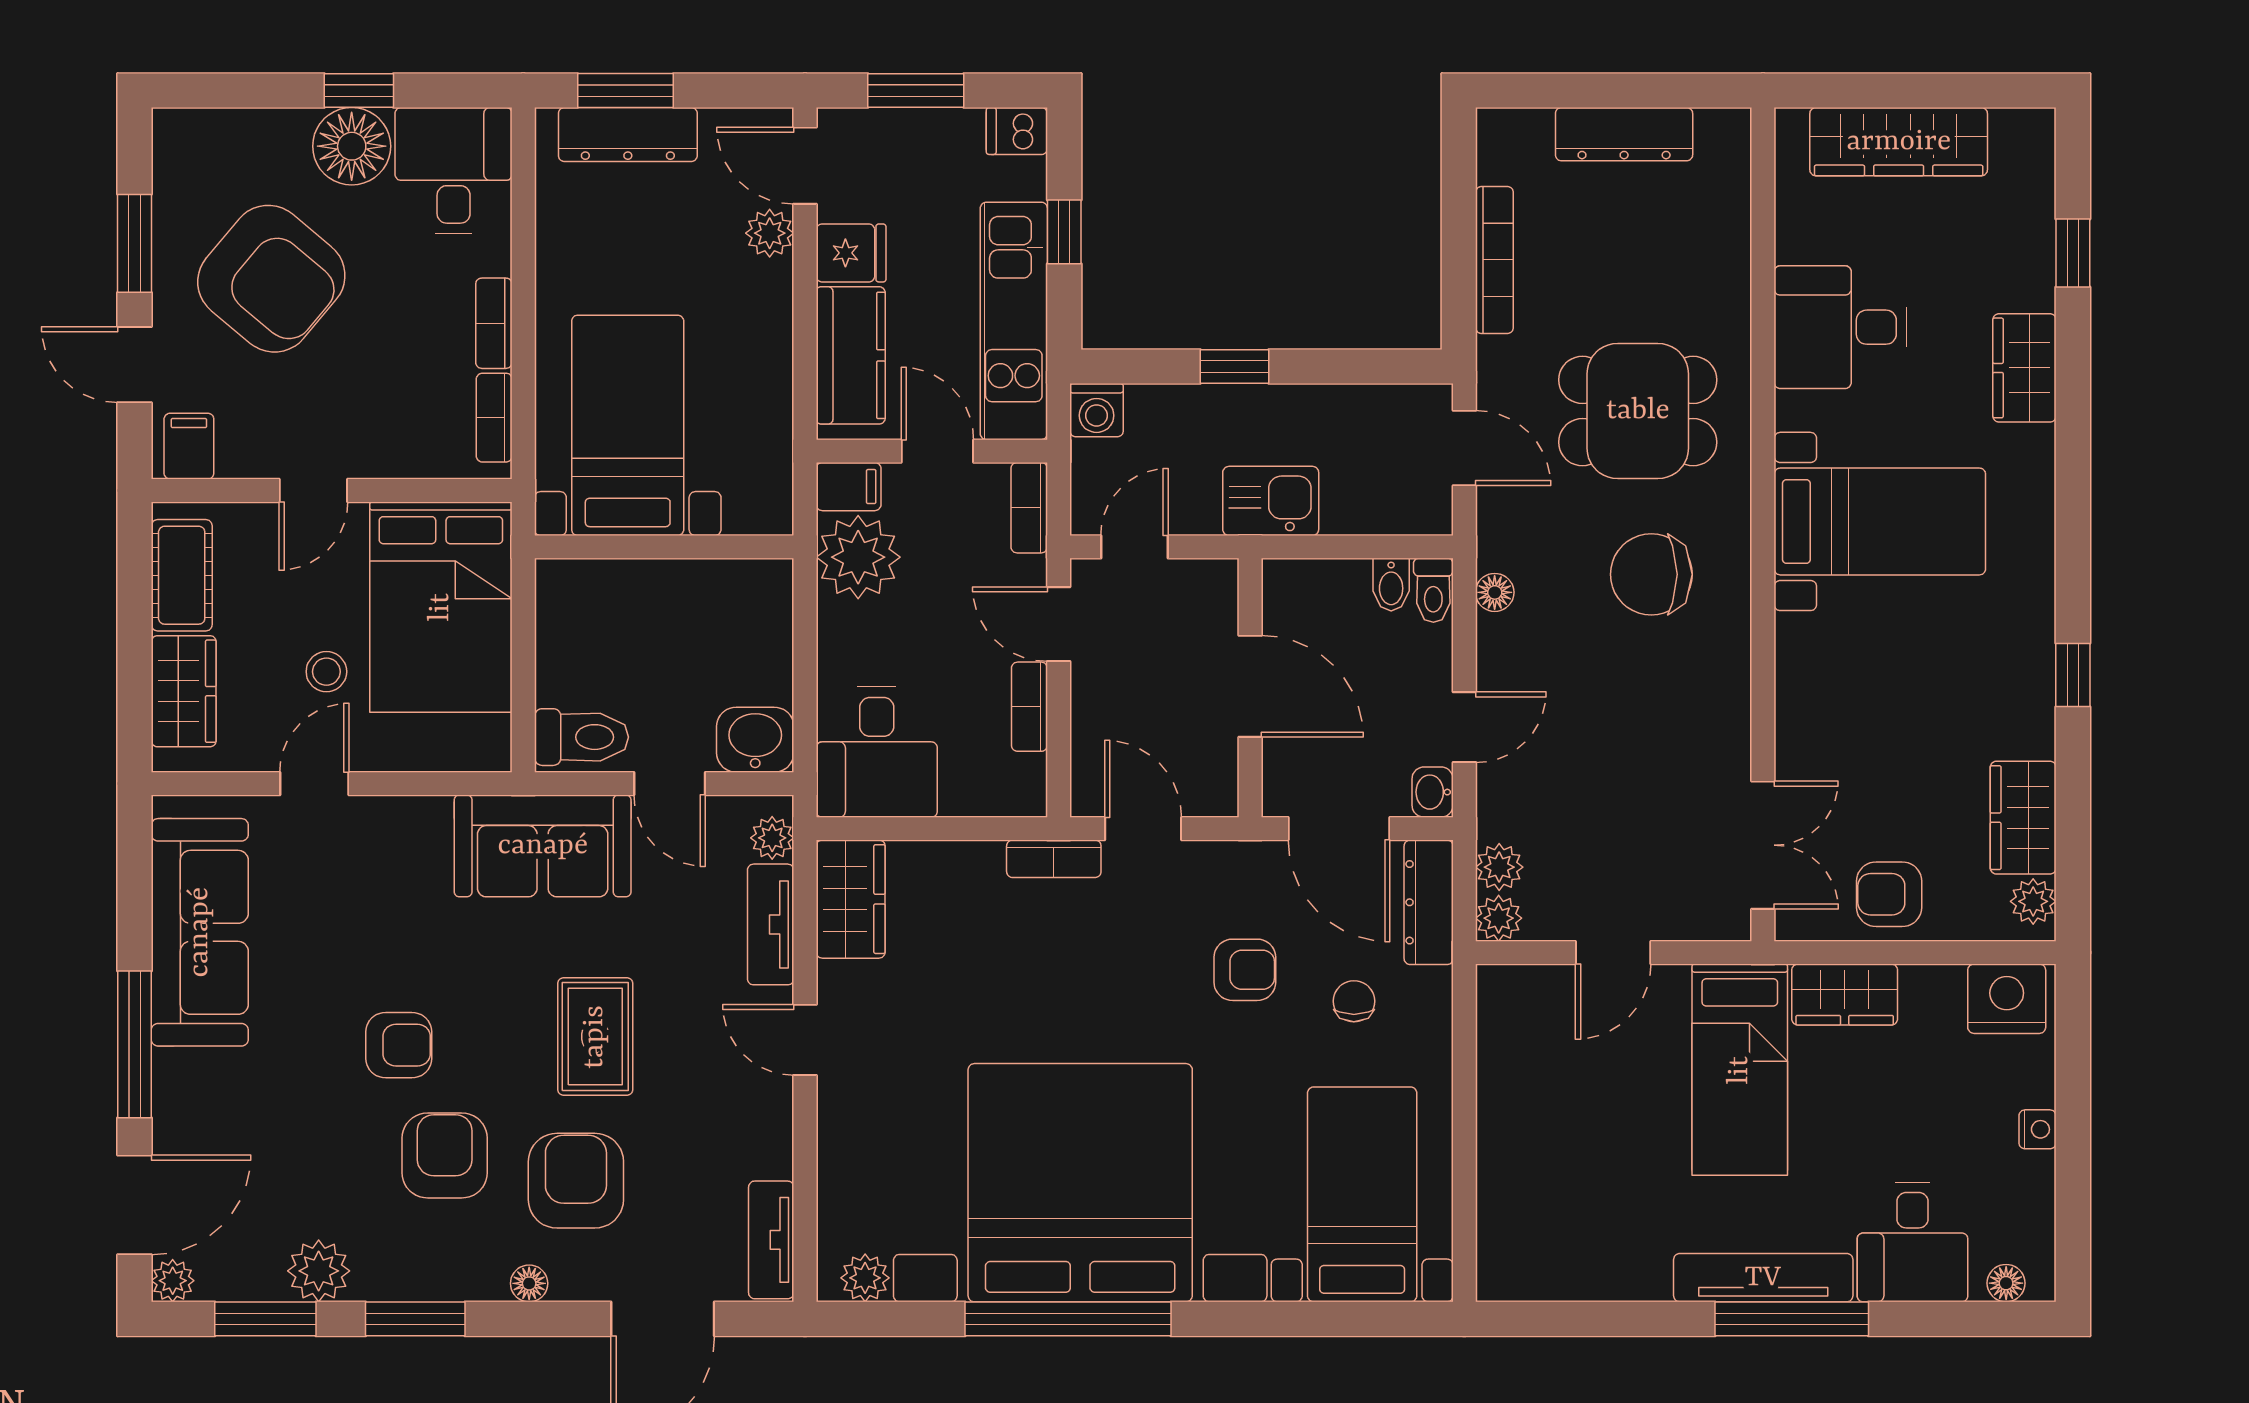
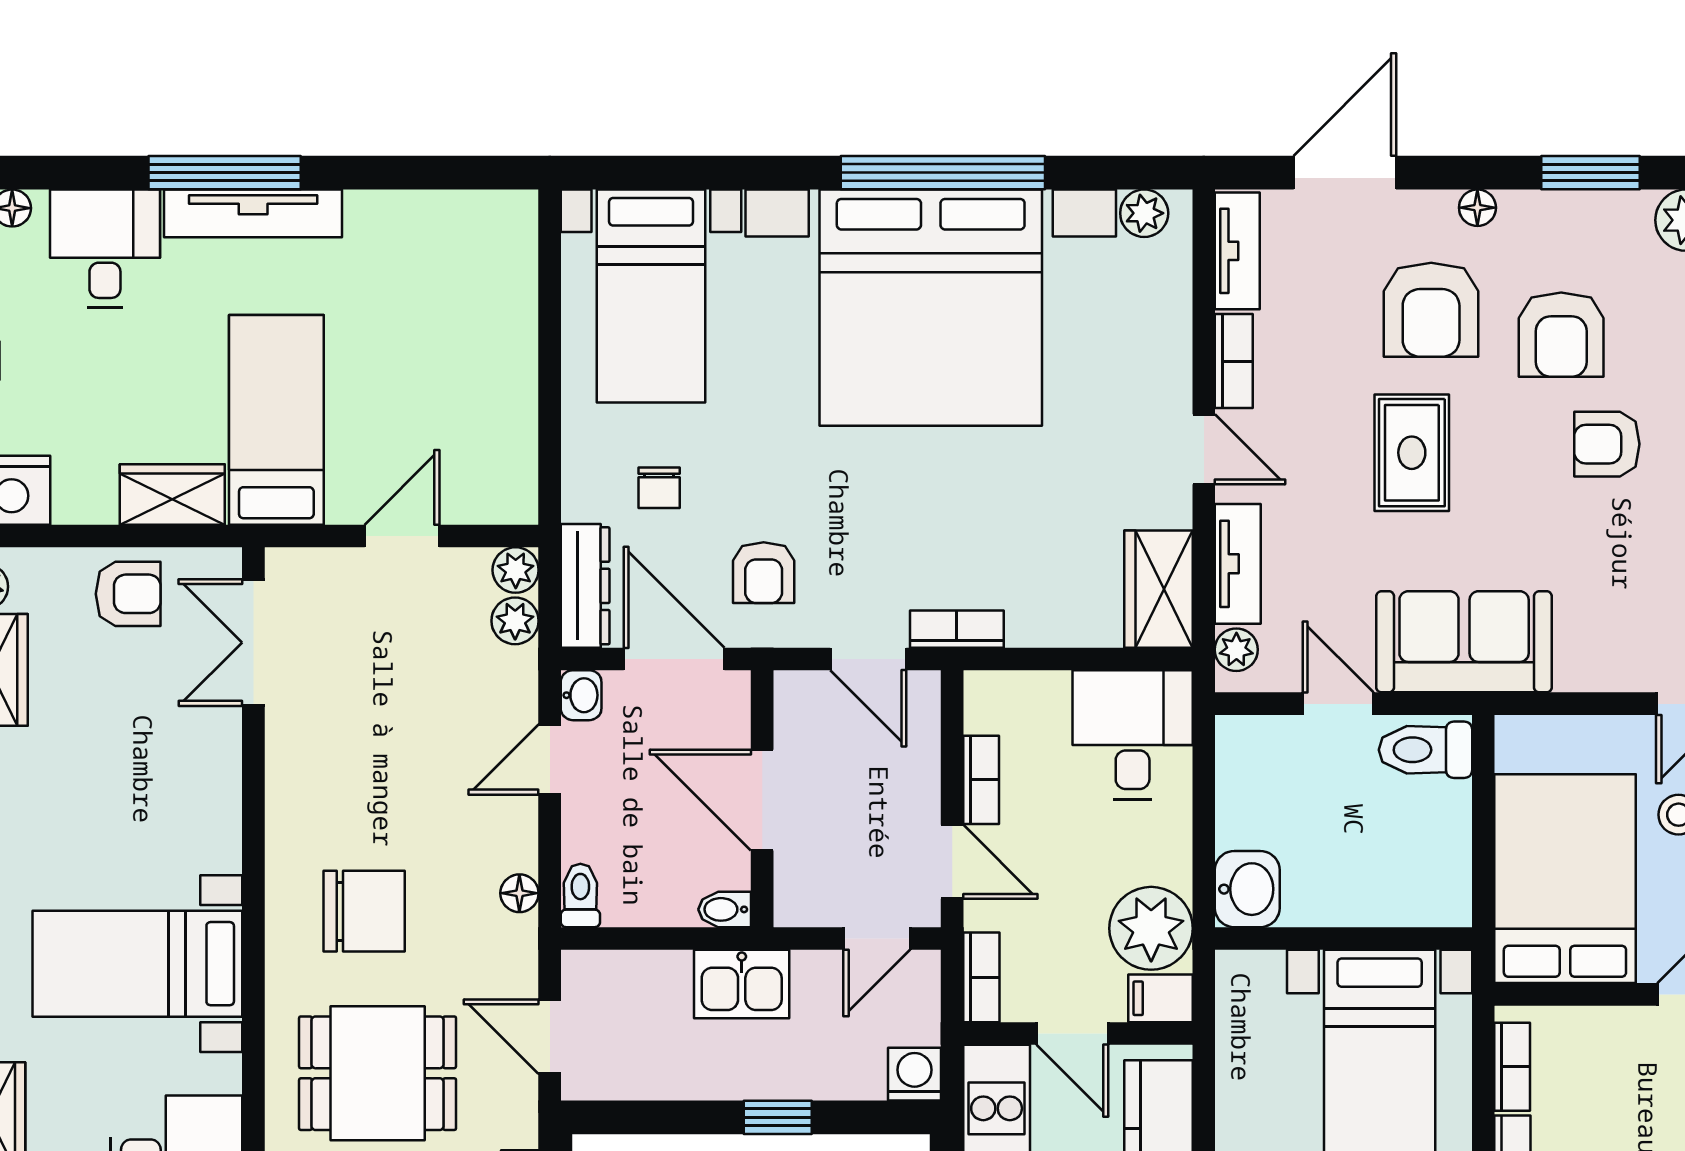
bidet: (1391, 585) -> (725, 909), moved, turned -90
washbasin: (755, 740) -> (1247, 889), moved, turned -90
armchair: (1245, 970) -> (764, 573), moved, turned -90
bookcase: (775, 1129) -> (1234, 361), added

